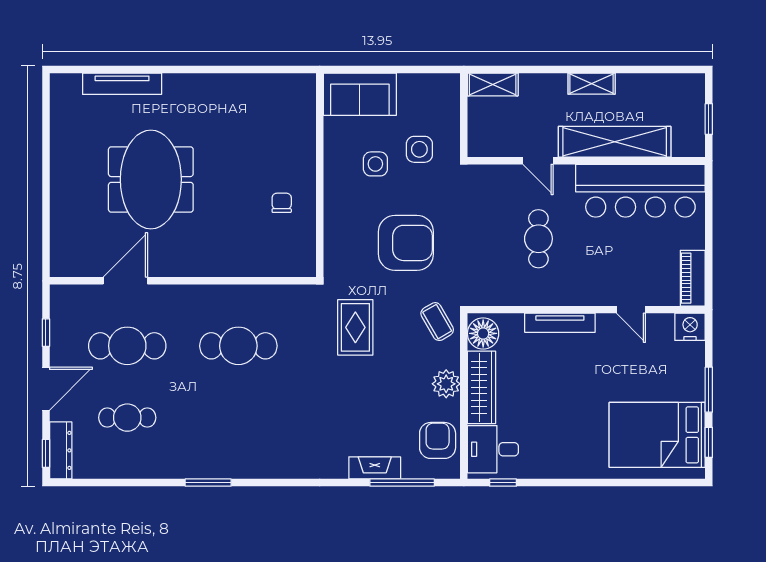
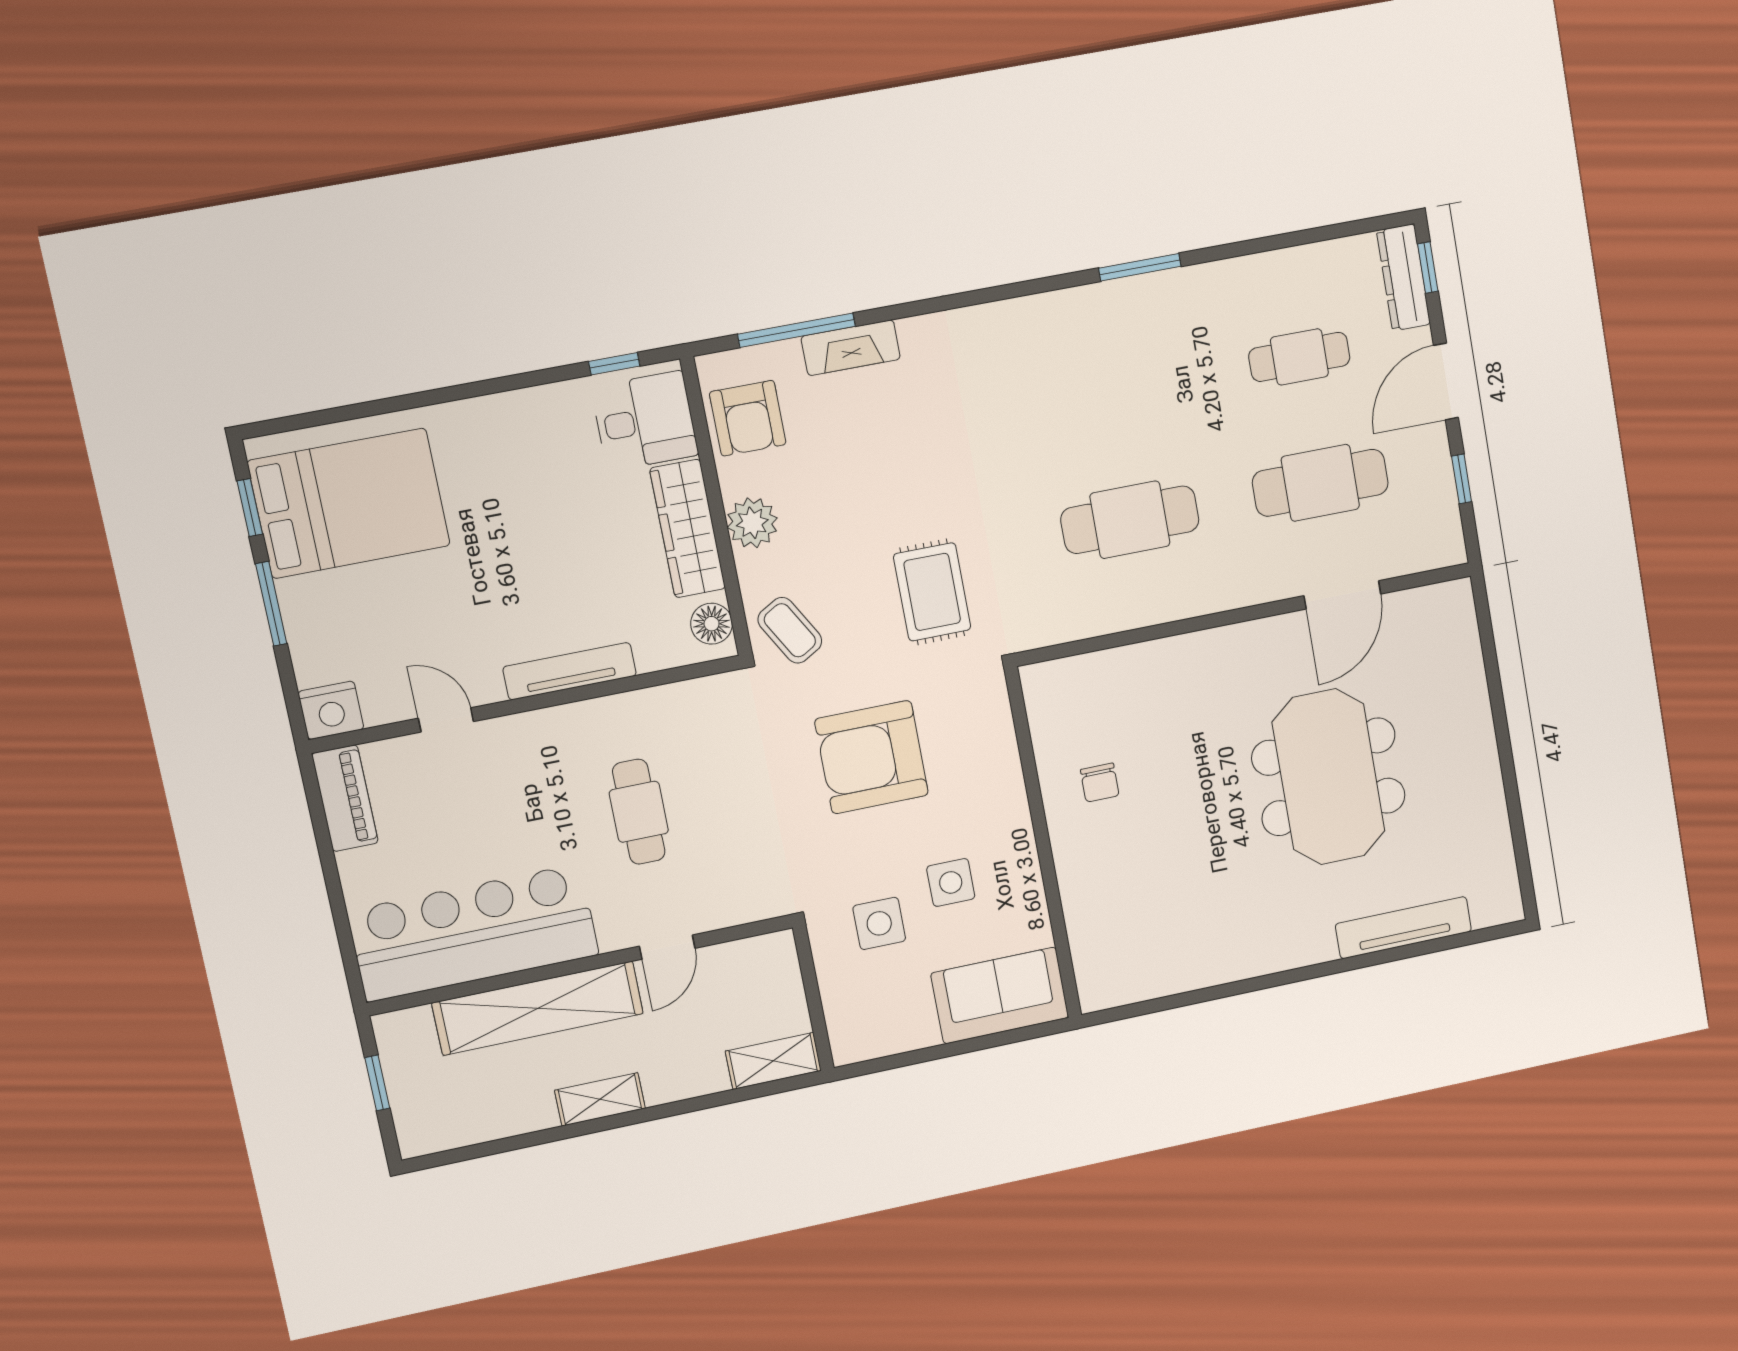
door: (538, 161) -> (667, 947), swing flipped
floor lamp: (483, 333) -> (712, 624), width x0.73, depth x0.73

